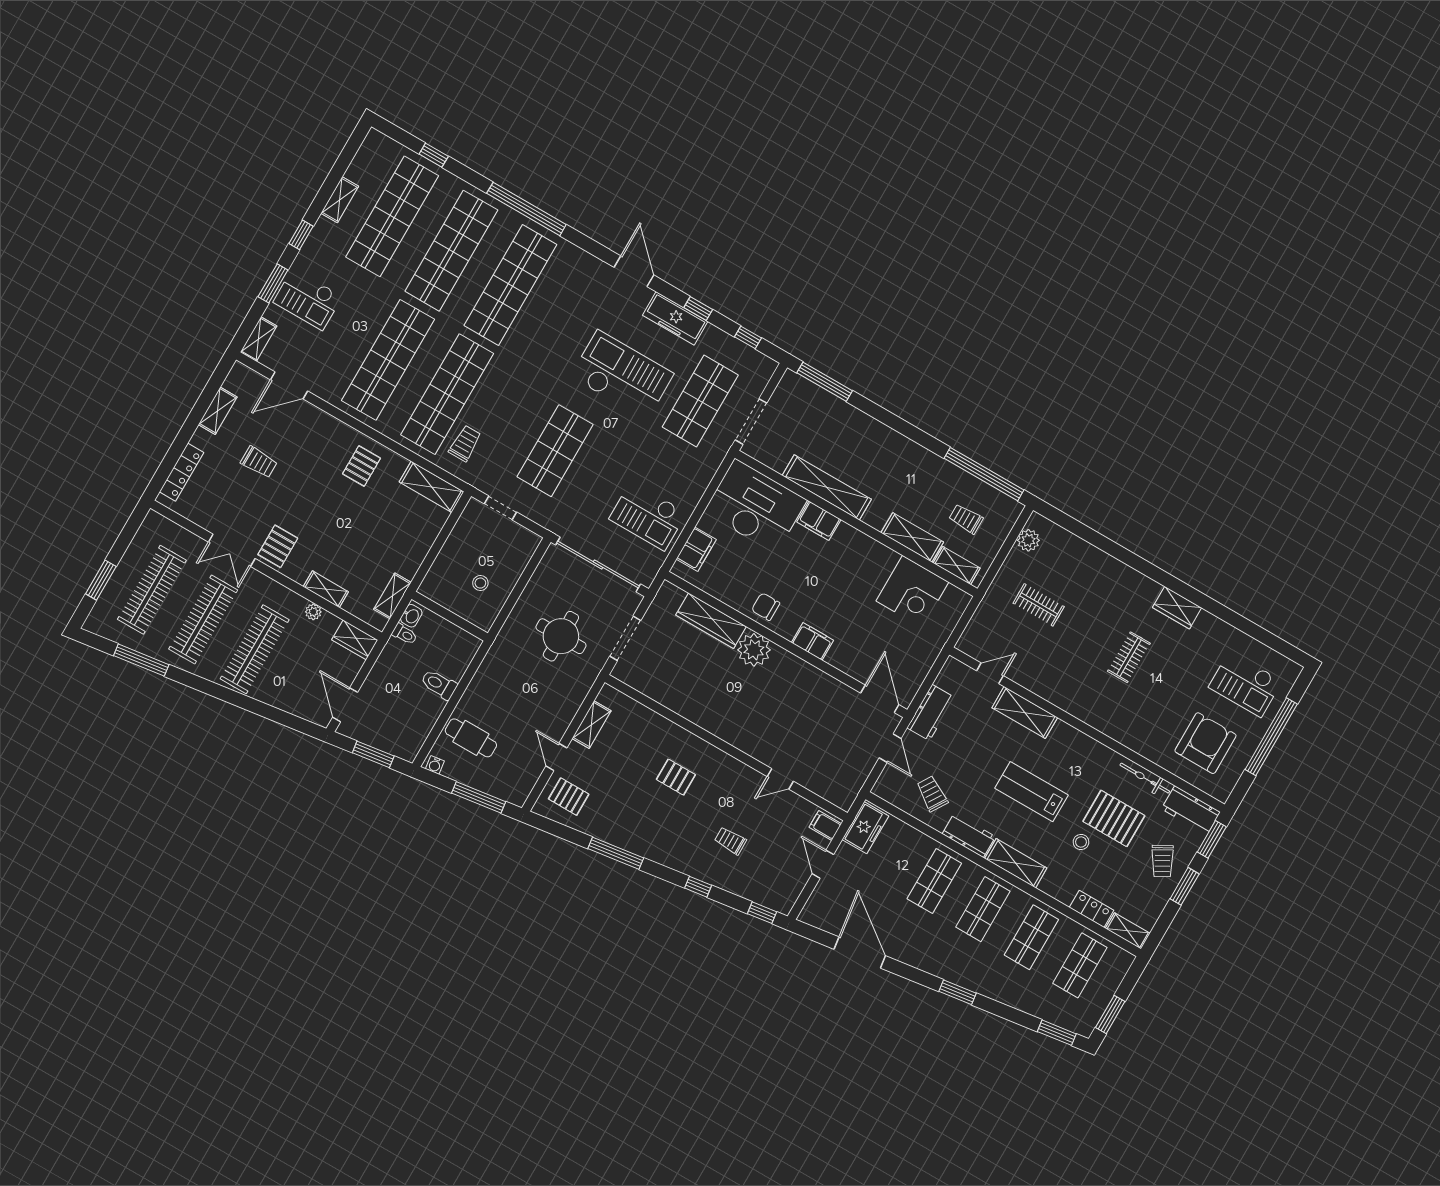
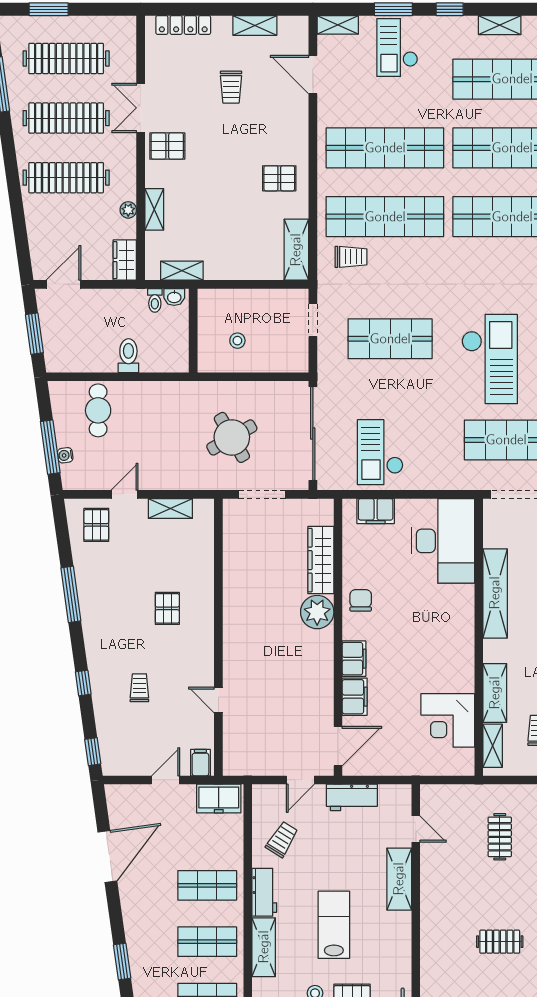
filing cabinet: (819, 521) -> (355, 697), moved, turned 180
round table: (561, 636) -> (232, 437), turned -30
water cooler: (435, 765) -> (65, 455), moved

